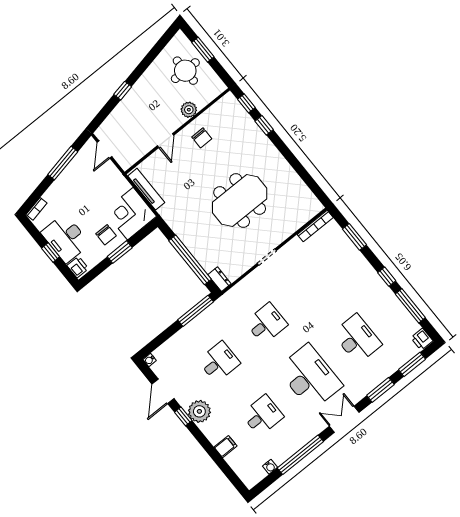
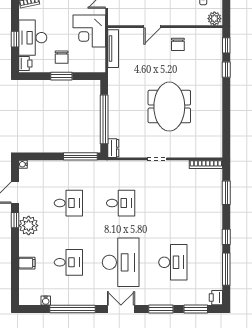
plant: (189, 110) -> (214, 19), moved
meeting table: (240, 201) -> (169, 107), turned 90
corner desk: (130, 214) -> (89, 31), moved, turned -90

